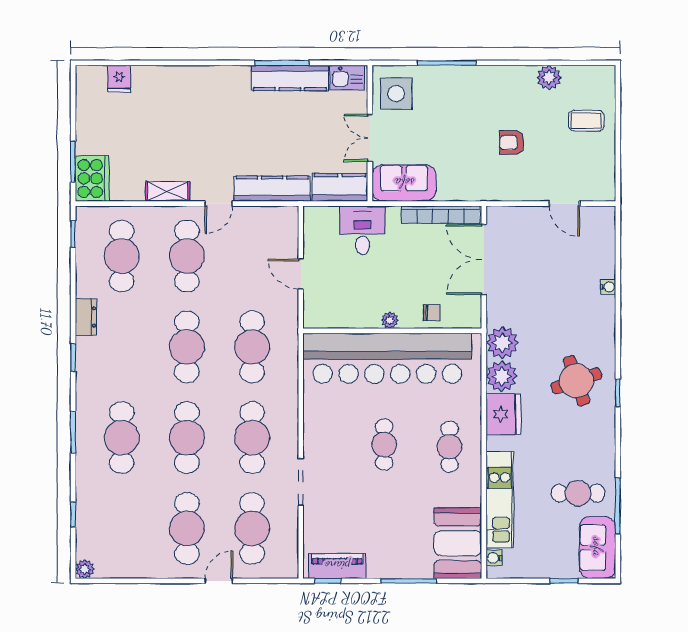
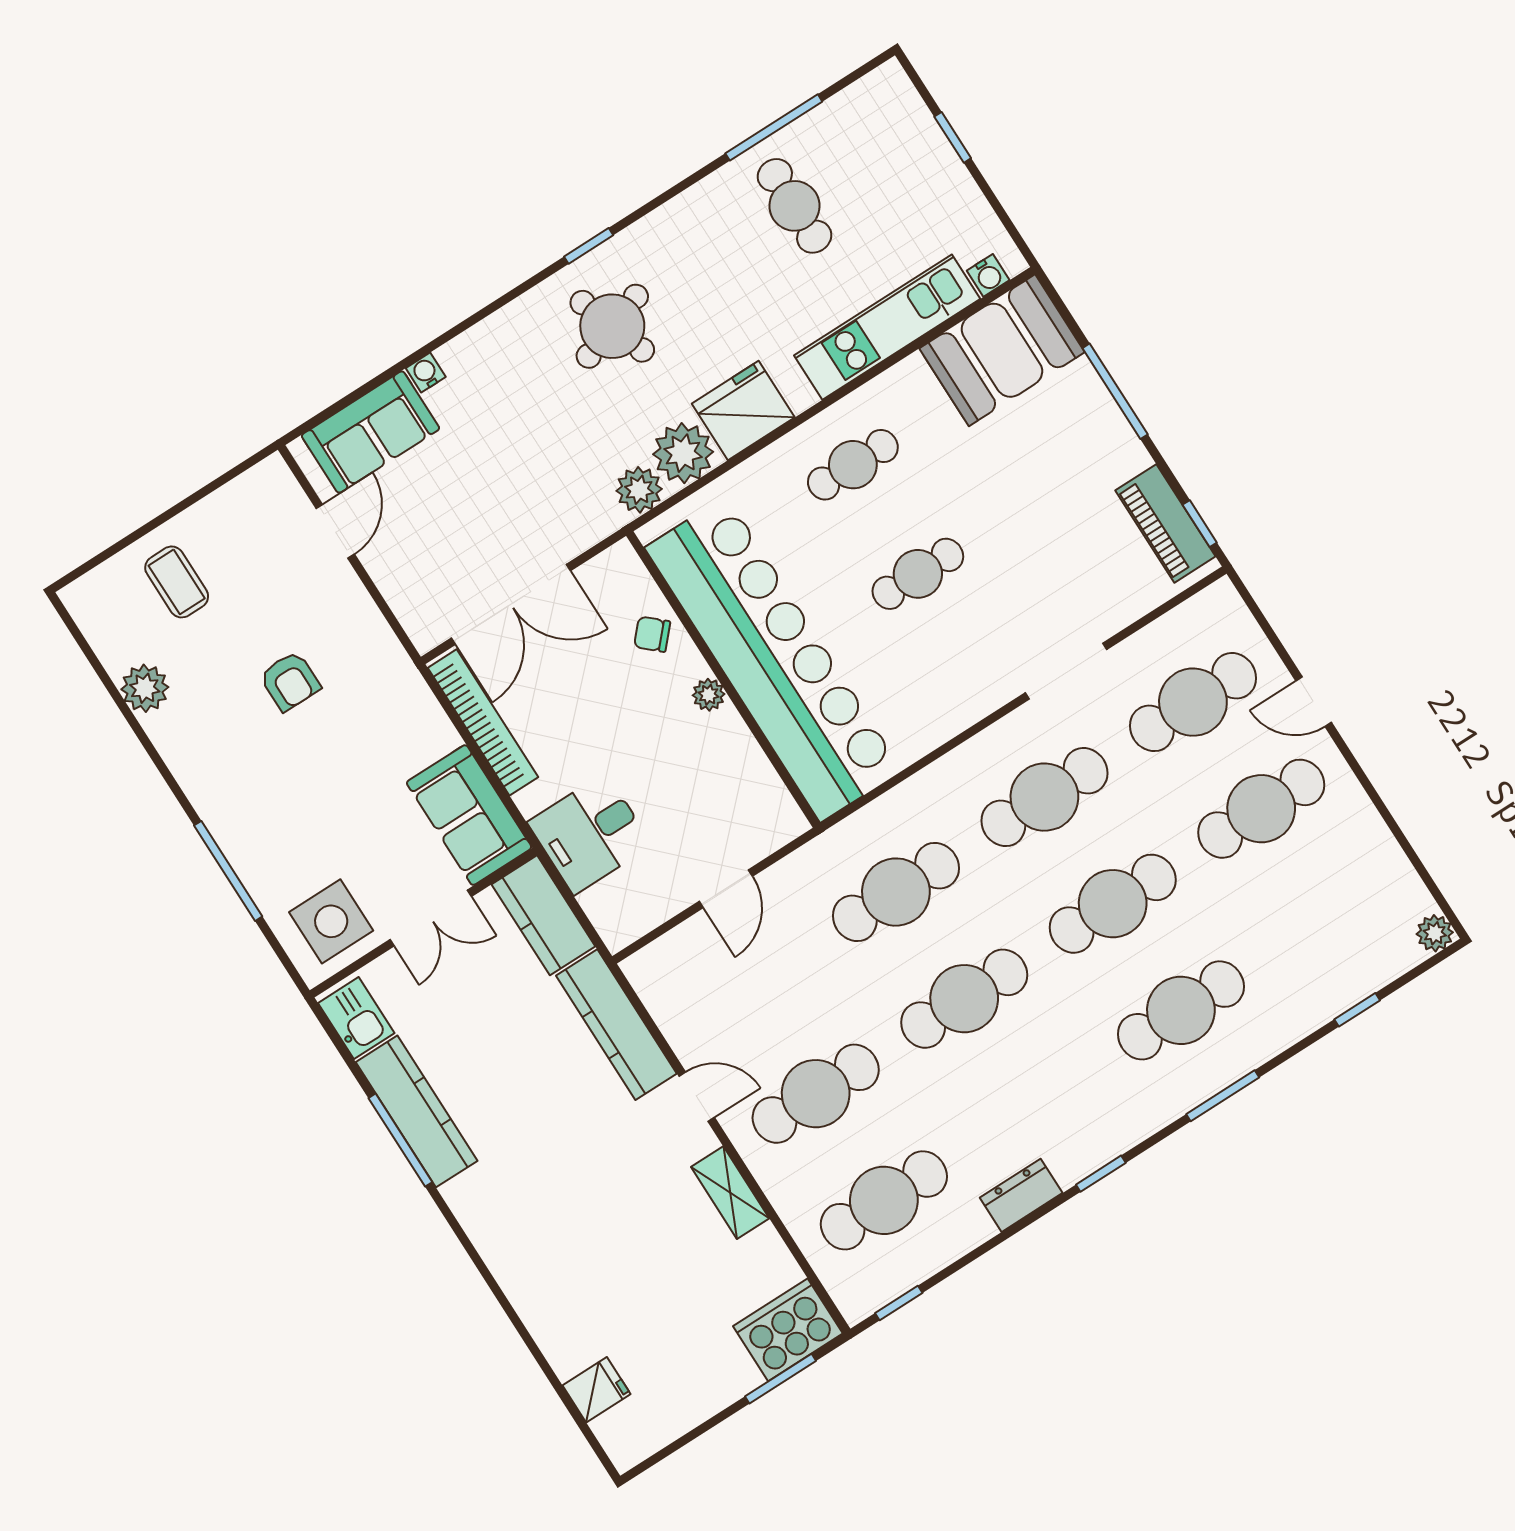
chair: (432, 313) -> (652, 634), turned -48
plant: (502, 343) -> (639, 490), width x0.73, depth x0.73
sofa: (598, 547) -> (371, 432), moved

